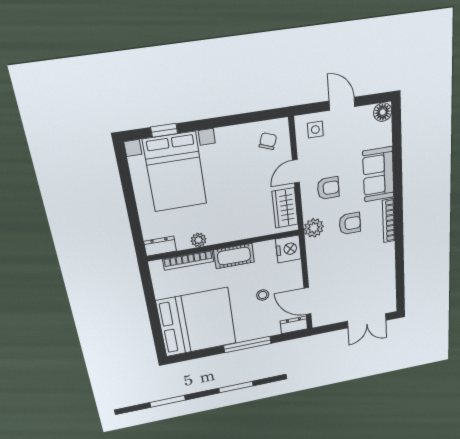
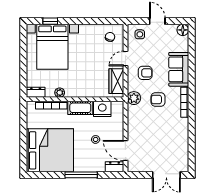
armchair: (350, 224) -> (158, 99), turned 180
nightstand: (288, 249) -> (102, 109), moved, turned -90

